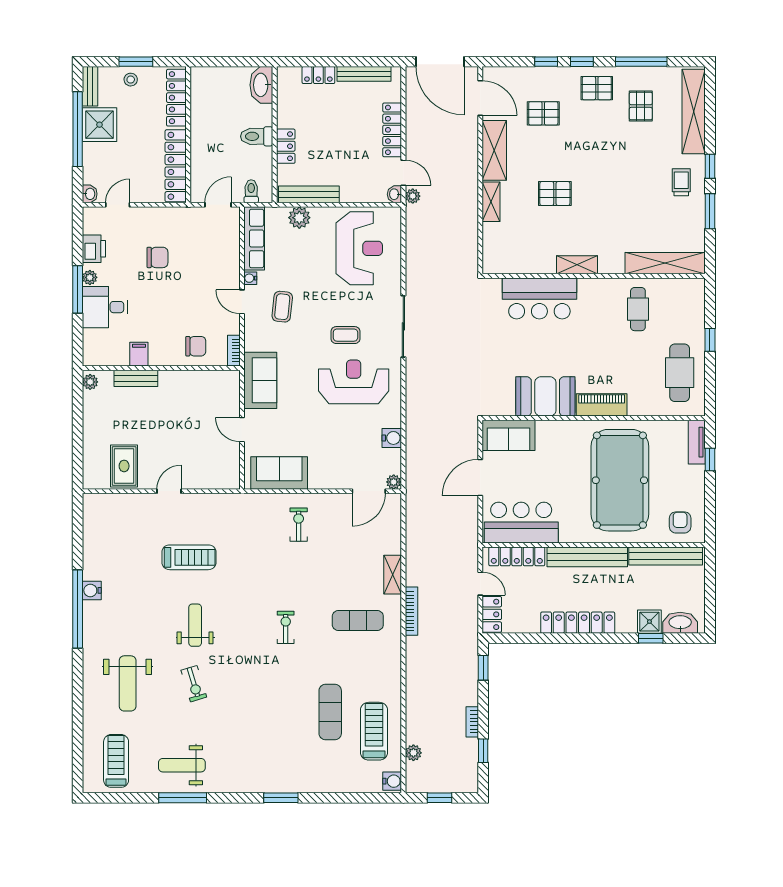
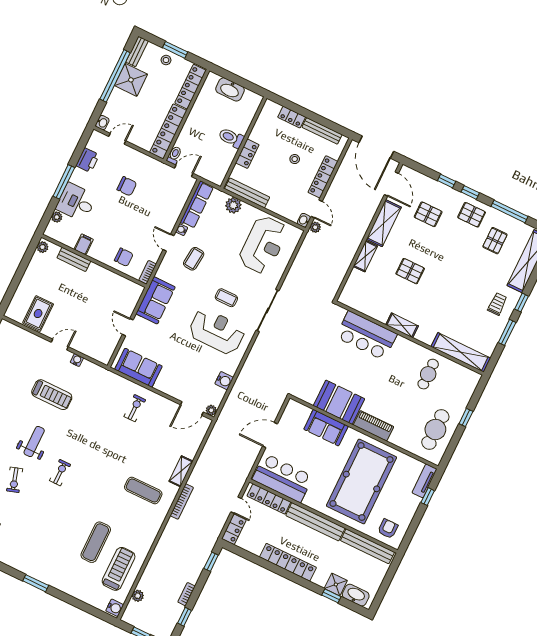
washbasin: (261, 85) -> (230, 89), moved, turned -90
stool: (347, 125) -> (295, 159), added
toilet: (251, 191) -> (174, 155), moved
plant: (90, 277) -> (57, 217), moved
sofa: (509, 435) -> (326, 428), moved
water cooler: (199, 500) -> (77, 360), added
exercise bike: (286, 627) -> (60, 473), moved

